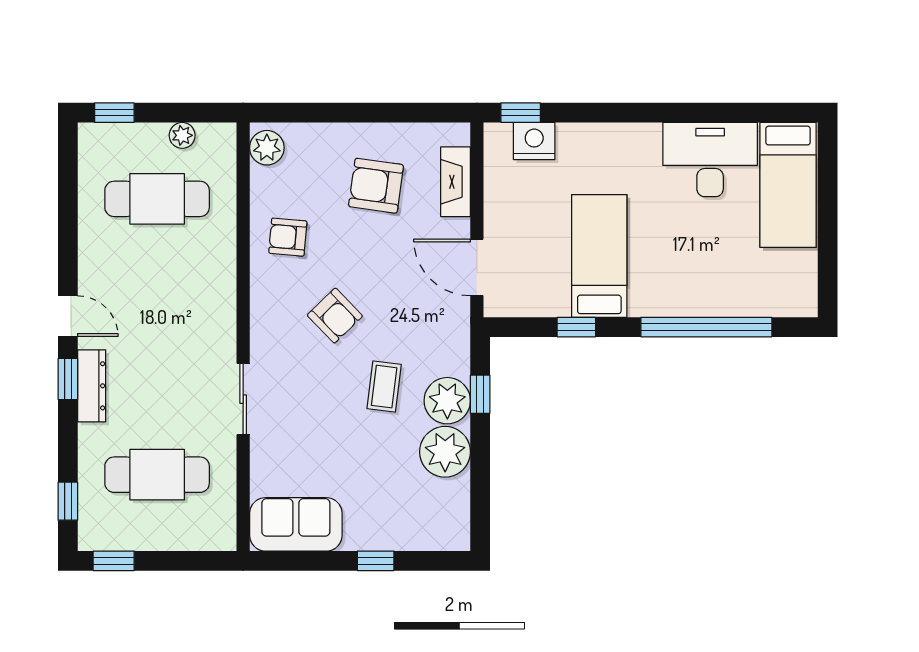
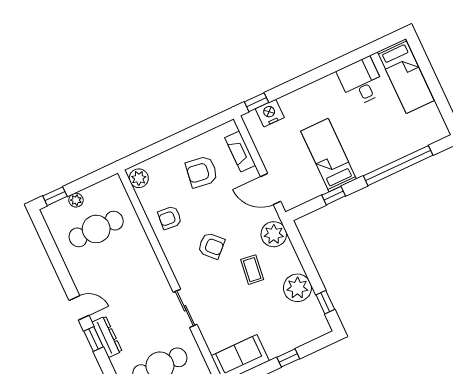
plant: (182, 135) -> (76, 200), moved
desk: (710, 160) -> (361, 82), width x0.73
window: (480, 394) -> (325, 302), moved
plant: (447, 401) -> (274, 234), moved

